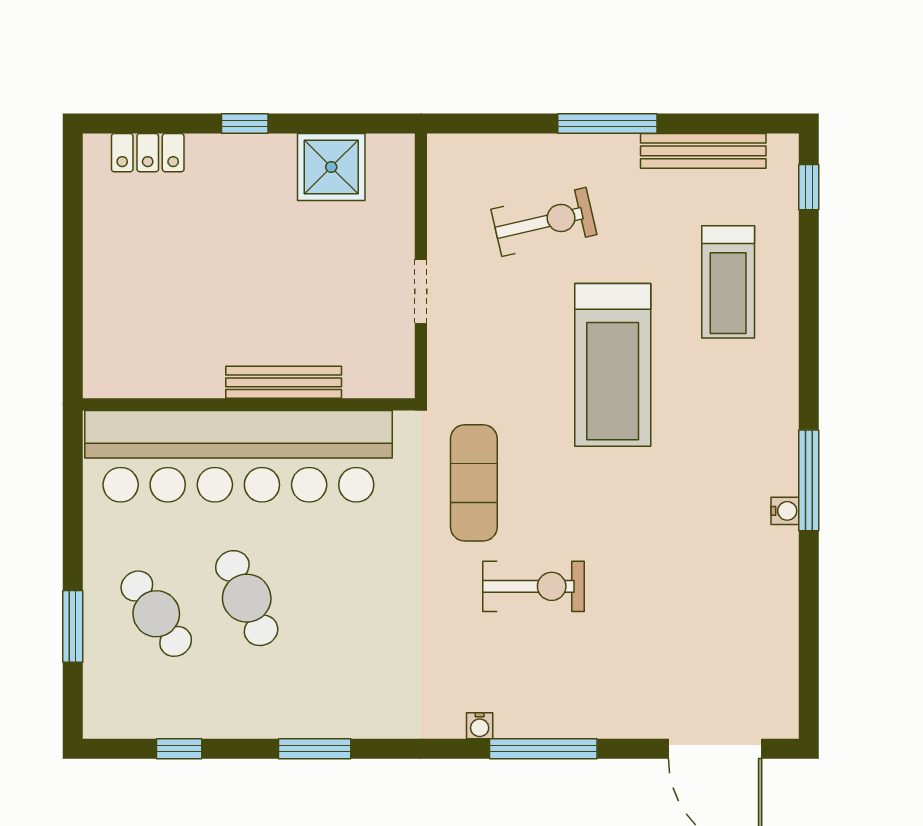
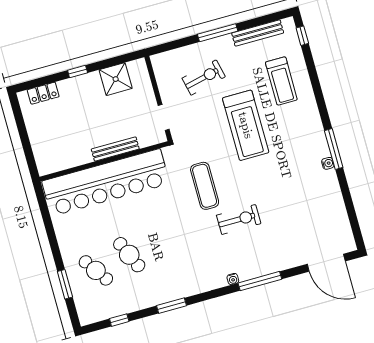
bench: (284, 382) -> (115, 149), moved
wall: (249, 404) -> (104, 161), moved
bar counter: (238, 456) -> (106, 182), moved

